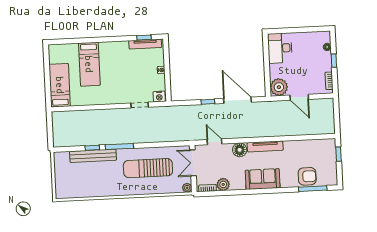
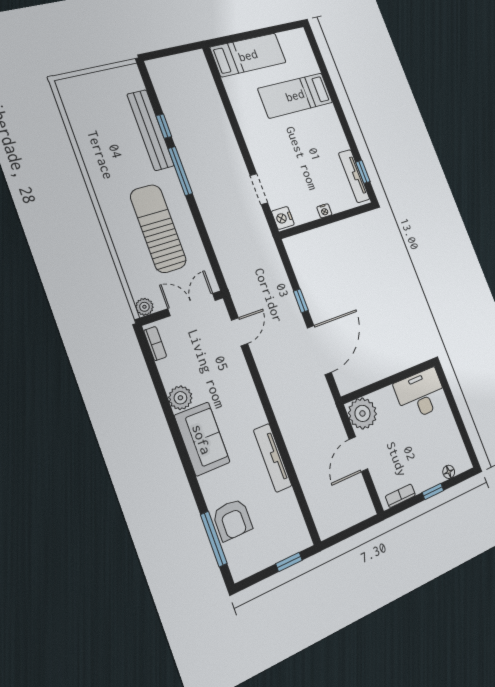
tv unit: (265, 146) -> (273, 458), moved
floor lamp: (240, 150) -> (240, 380), removed
plant: (223, 184) -> (180, 398), moved

